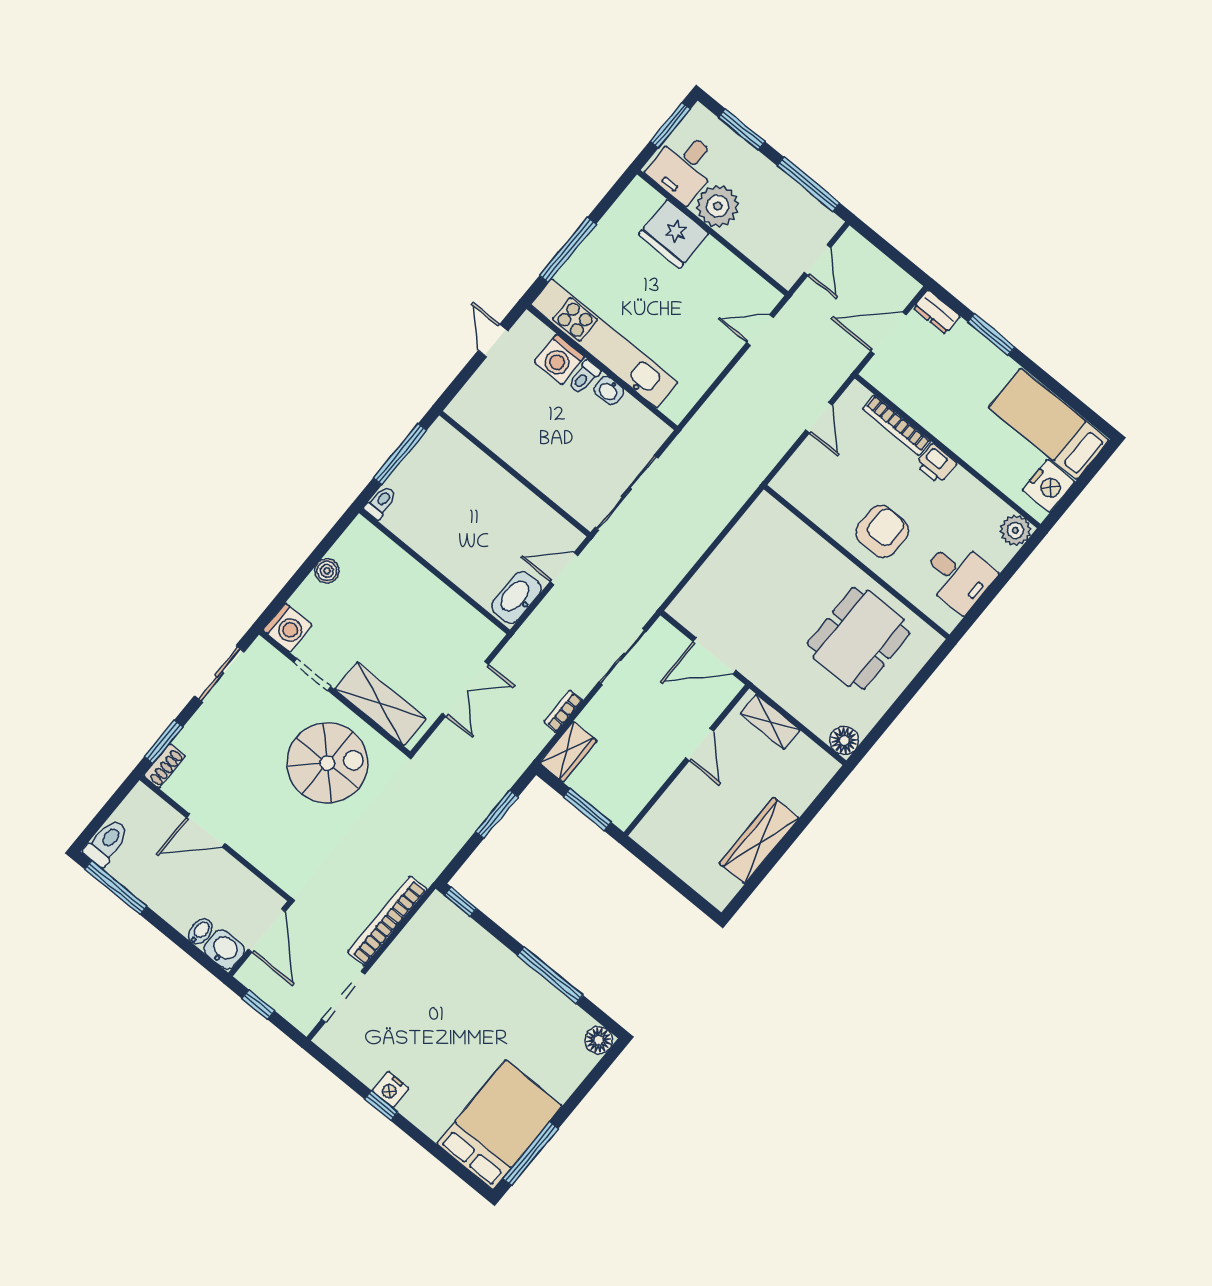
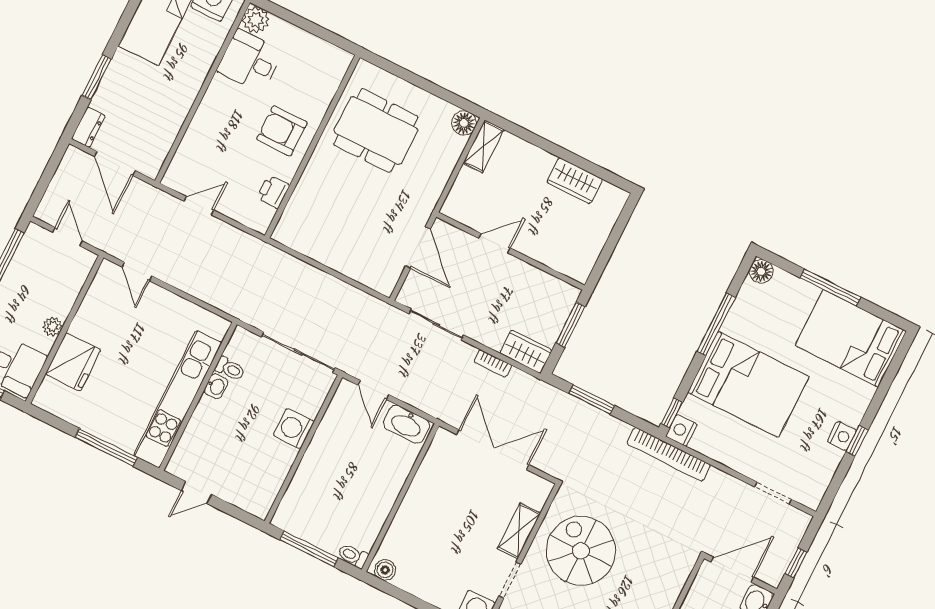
plant: (718, 206) -> (53, 327), width x0.53, depth x0.53
door: (817, 260) -> (67, 237), hinge flipped
washing machine: (559, 359) -> (294, 429), moved, turned 180
toilet: (584, 377) -> (230, 369), moved
bookcase: (897, 425) -> (190, 139), removed
printer: (936, 464) -> (273, 192), moved, turned 180
boiler: (327, 571) -> (385, 570), moved
desk: (958, 576) -> (250, 61), moved, turned -90
double door: (465, 689) -> (493, 450), width x1.37
shelving: (381, 704) -> (519, 531), width x0.67, depth x0.75
shelving: (770, 722) -> (484, 146), moved
wardrobe: (759, 841) -> (575, 181), width x0.67
nightstand: (438, 908) -> (681, 430), added
bookcase: (387, 921) -> (669, 454), moved
bed: (473, 996) -> (748, 384), added
doorway: (343, 997) -> (773, 493), width x0.73
window: (531, 1154) -> (830, 287), moved

